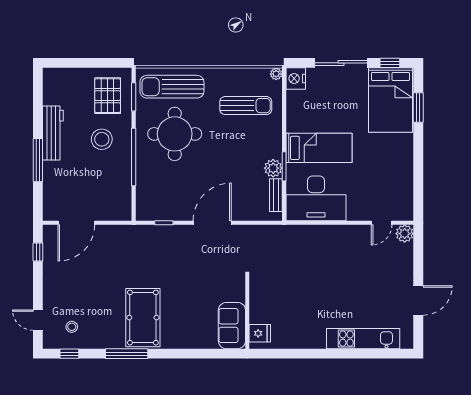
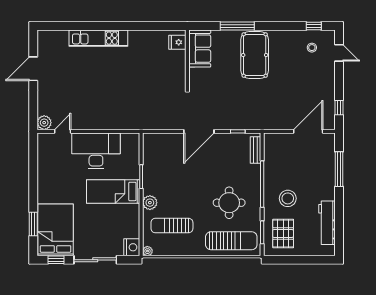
workbench: (53, 133) -> (327, 223), moved
round table: (175, 134) -> (229, 203), width x0.73, depth x0.73
window: (38, 160) -> (339, 169), moved
plant: (273, 168) -> (150, 203), moved
bench: (276, 195) -> (255, 150), moved
desk: (316, 198) -> (96, 151), moved
wall: (247, 312) -> (187, 59), moved
sofa: (232, 326) -> (200, 49), moved
fridge: (260, 333) -> (177, 42), moved
kitchen unit: (363, 339) -> (98, 38), moved
window: (127, 354) -> (237, 26), moved

